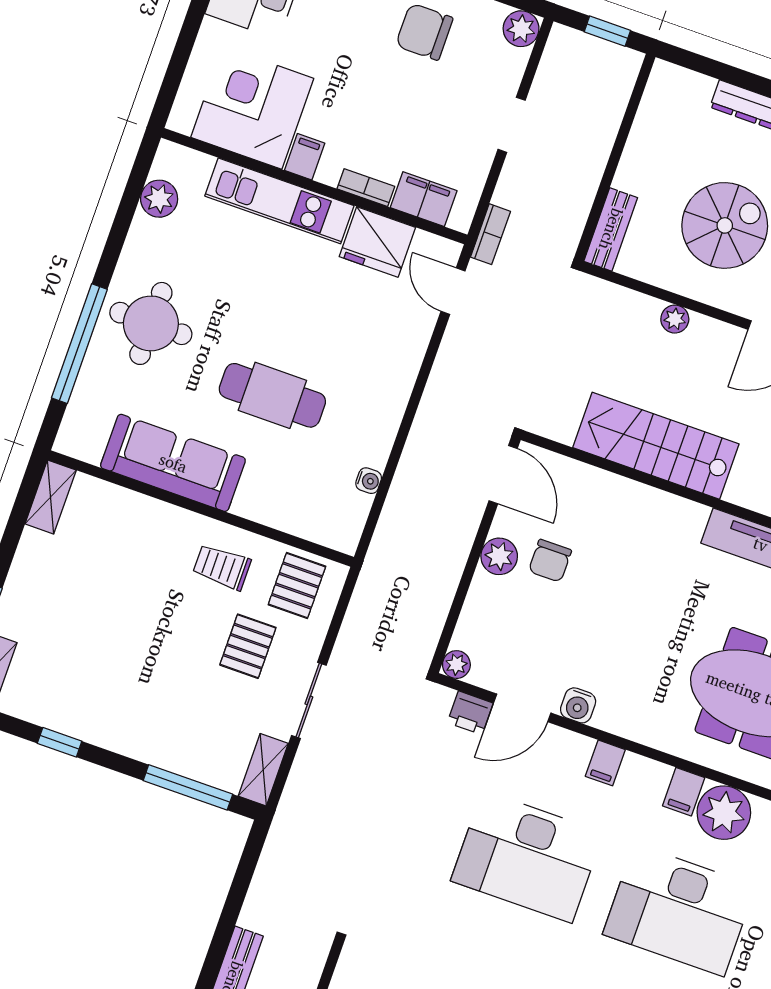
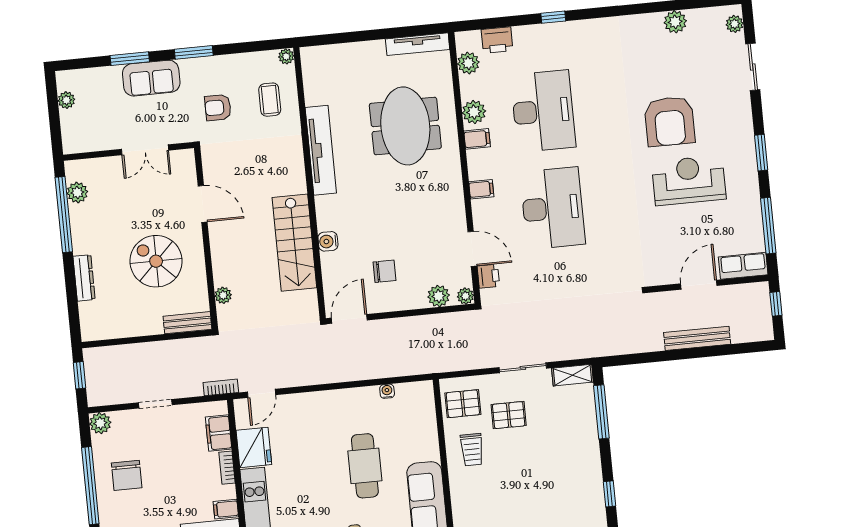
plant: (675, 319) -> (223, 295), moved
plant: (499, 556) -> (439, 296), moved
water cooler: (578, 705) -> (328, 241), moved, turned 180
plant: (724, 813) -> (474, 112), width x0.73, depth x0.73

